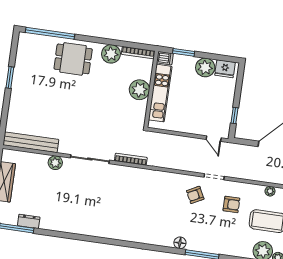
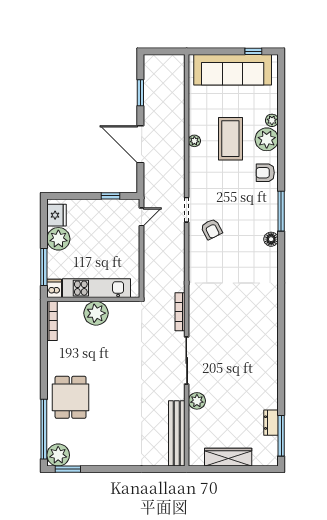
window: (184, 52) -> (44, 267), width x1.44
plant: (111, 54) -> (58, 455), moved
window: (10, 78) -> (68, 469), moved
armchair: (231, 204) -> (265, 173), moved, turned -90

